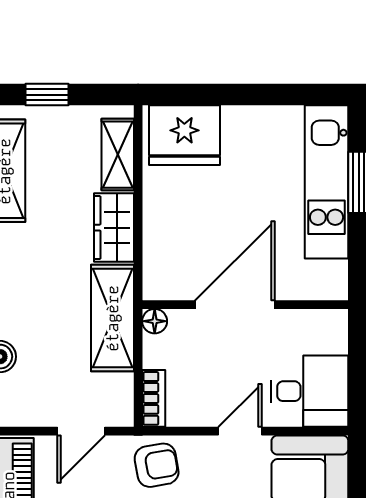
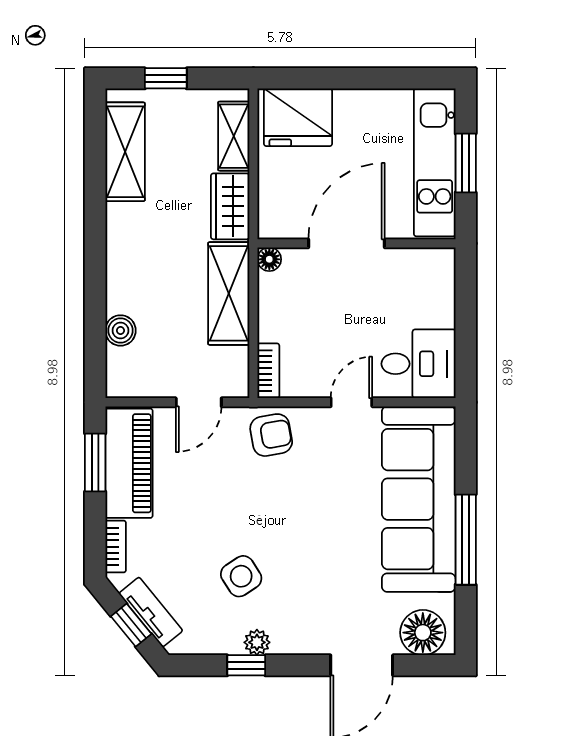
door: (235, 305) -> (347, 243), moved
wall: (245, 305) -> (356, 243), moved
floor lamp: (155, 321) -> (269, 259), moved

